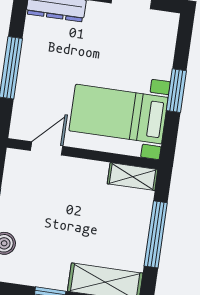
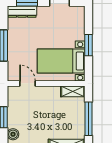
door: (47, 148) -> (27, 83), hinge flipped

